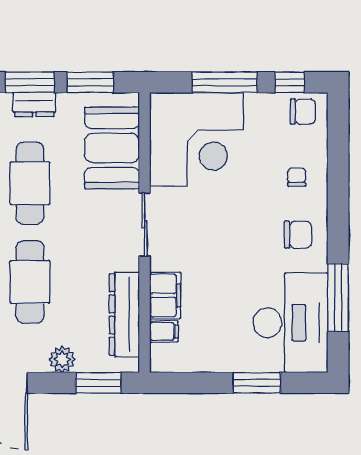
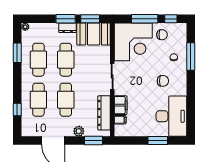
chair: (303, 112) -> (162, 35), moved
booth: (112, 148) -> (94, 34), moved, turned 90
chair: (298, 235) -> (163, 81), moved
window: (338, 297) -> (191, 57), moved

